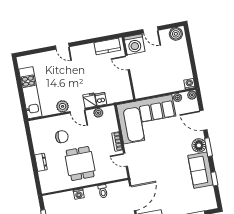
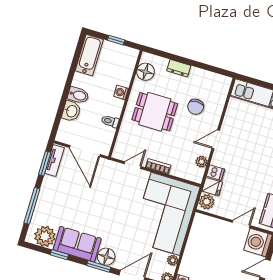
fridge: (90, 101) -> (212, 187), moved
plant: (63, 106) -> (207, 202), moved
floor lamp: (55, 184) -> (146, 72), added
plant: (207, 196) -> (45, 236), added

